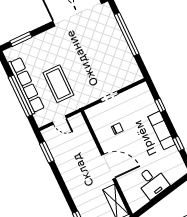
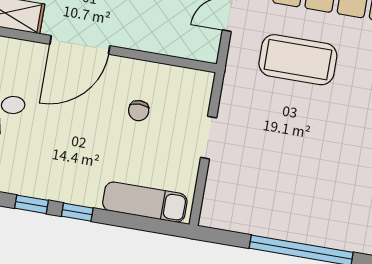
window: (160, 105) -> (77, 212), moved
exam couch: (162, 130) -> (145, 202), moved

